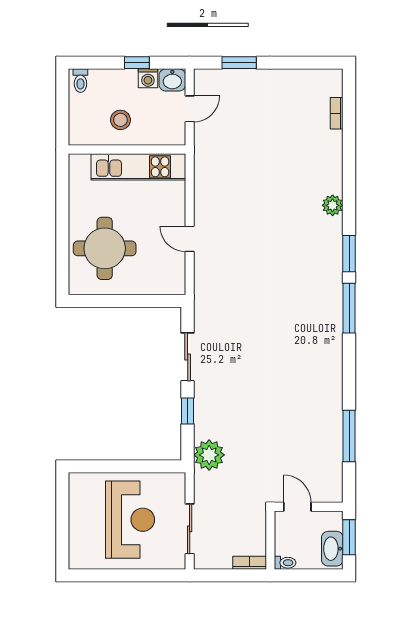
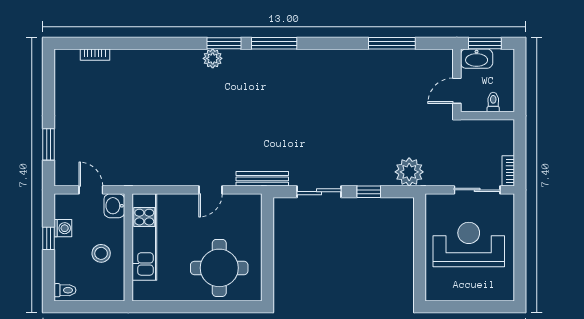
washbasin: (172, 80) -> (114, 206), moved, turned 180
plant: (333, 205) -> (213, 58), moved
bench: (202, 295) -> (262, 179), added
washbasin: (332, 549) -> (477, 59), moved
bookcase: (250, 563) -> (508, 171), moved
toilet: (285, 563) -> (493, 102), moved

